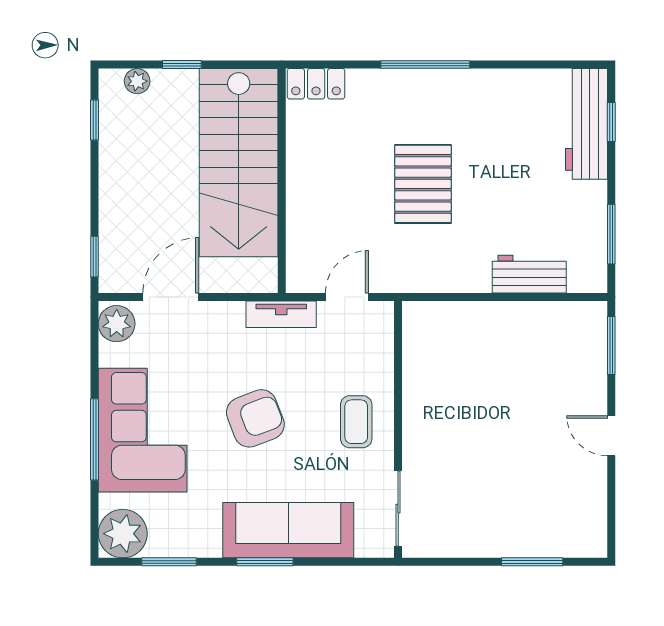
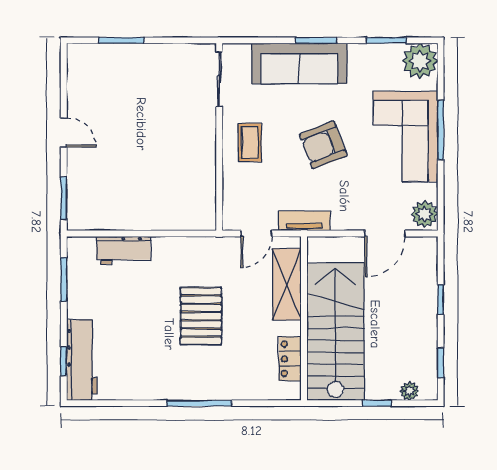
locker: (316, 84) -> (290, 359), moved, turned -90
shelving: (305, 227) -> (287, 284), added
window: (95, 257) -> (441, 300), moved

